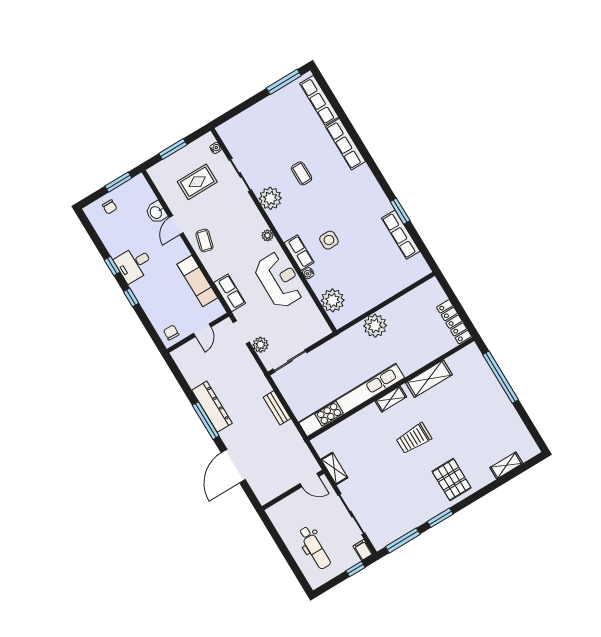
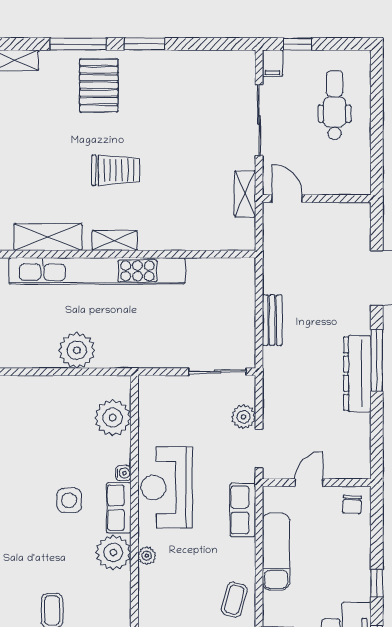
plant: (270, 198) -> (113, 552), moved
kitchen unit: (351, 400) -> (97, 271), moved
window: (403, 540) -> (78, 44), moved

